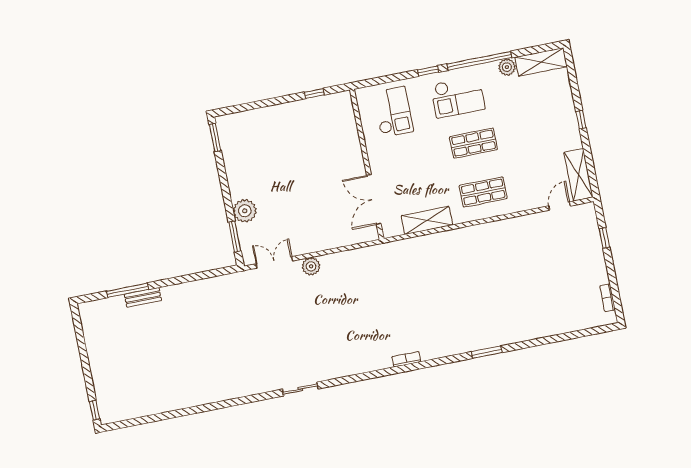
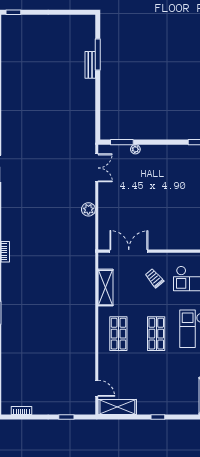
trolley: (402, 160) -> (154, 278), added
plant: (245, 211) -> (135, 149), width x0.53, depth x0.53
plant: (311, 266) -> (88, 209), moved

